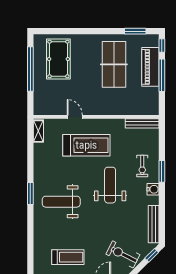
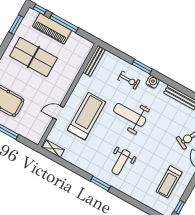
weight bench: (61, 202) -> (121, 162), width x0.73, depth x0.75
treadmill: (68, 257) -> (169, 182), turned 180

